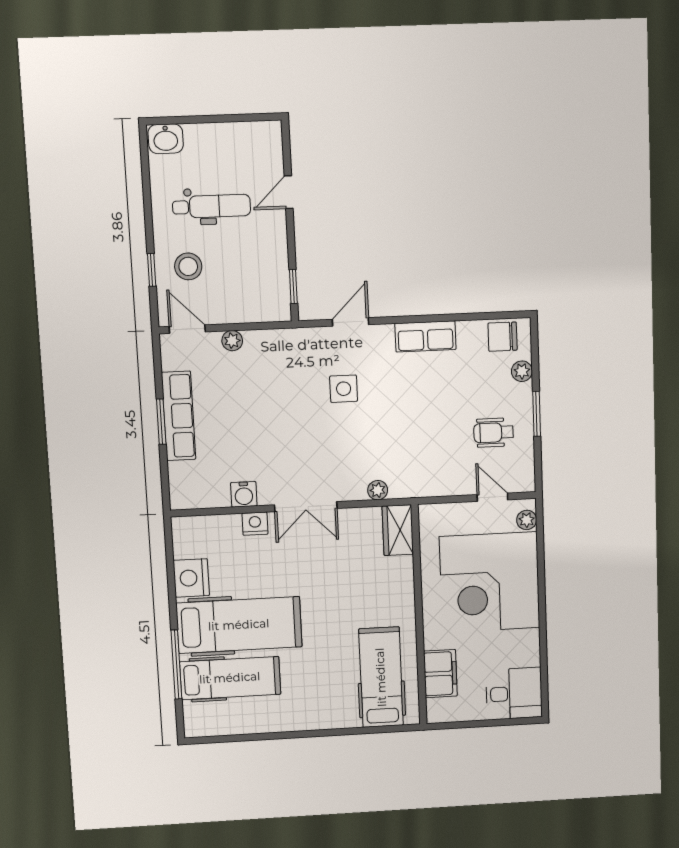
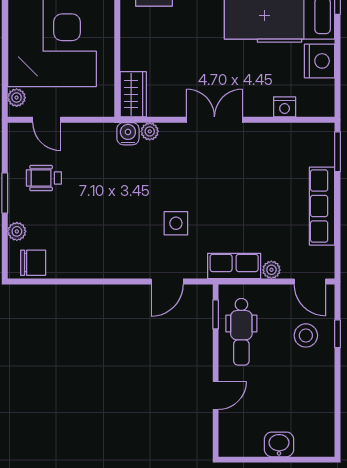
washbasin: (166, 139) -> (279, 444), moved
dental chair: (211, 206) -> (241, 332), moved, turned -90
row of seats: (425, 336) -> (234, 266), moved
window: (161, 422) -> (338, 152), moved
wheelchair: (494, 433) -> (44, 178), turned 180
water cooler: (244, 494) -> (128, 134), moved
nightstand: (255, 524) -> (285, 107), moved

